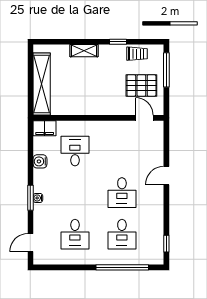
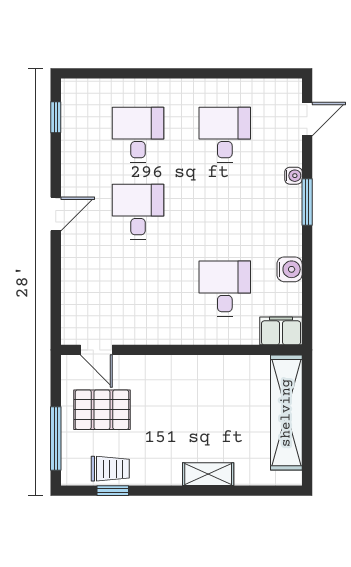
window: (118, 42) -> (113, 491), moved
trolley: (137, 54) -> (110, 469), turned 180
desk: (75, 151) -> (225, 289), turned 180
door: (166, 176) -> (56, 214), moved
water cooler: (38, 198) -> (293, 176), moved
window: (122, 267) -> (137, 73), removed

